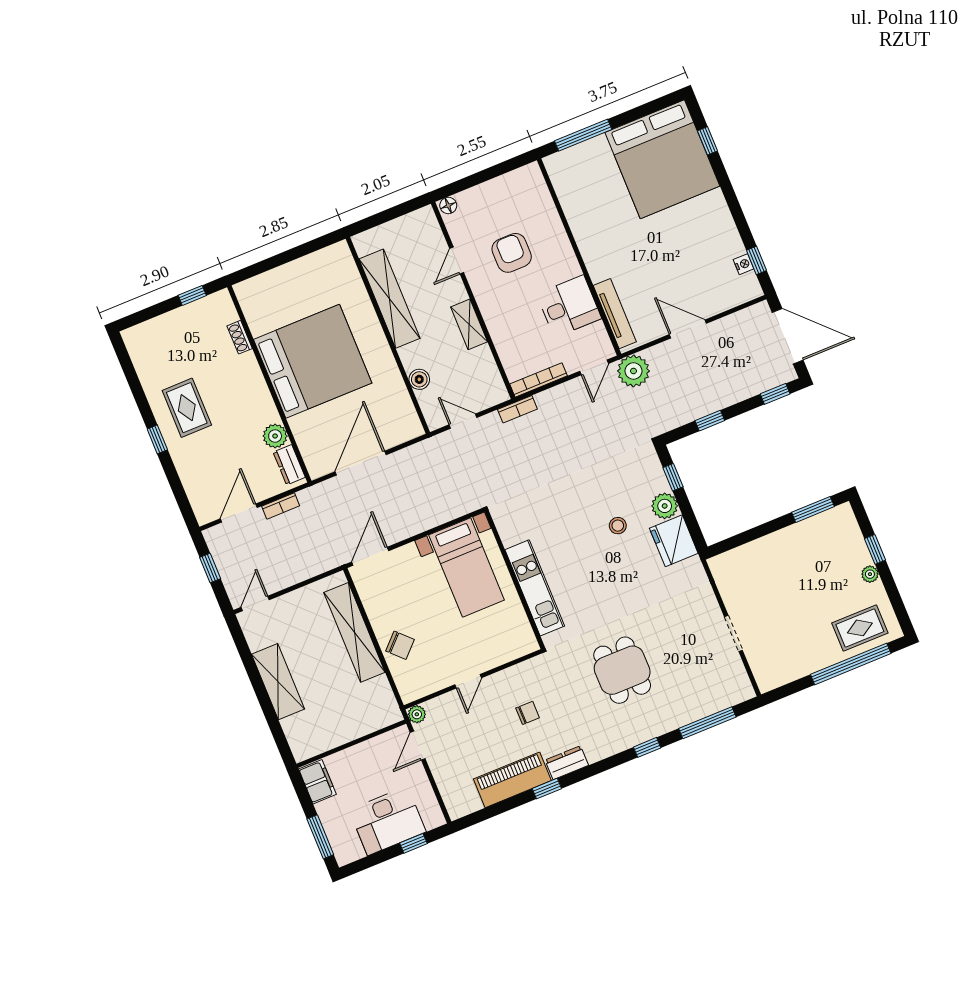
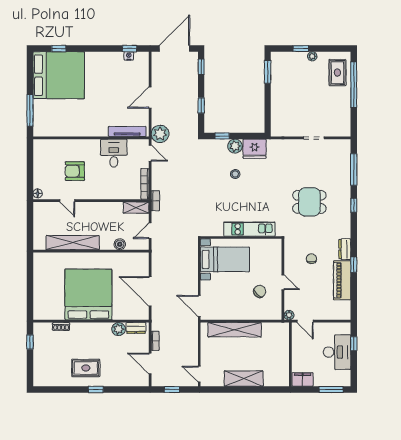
shelving: (469, 324) -> (136, 208), moved
chair: (400, 645) -> (260, 291), moved

